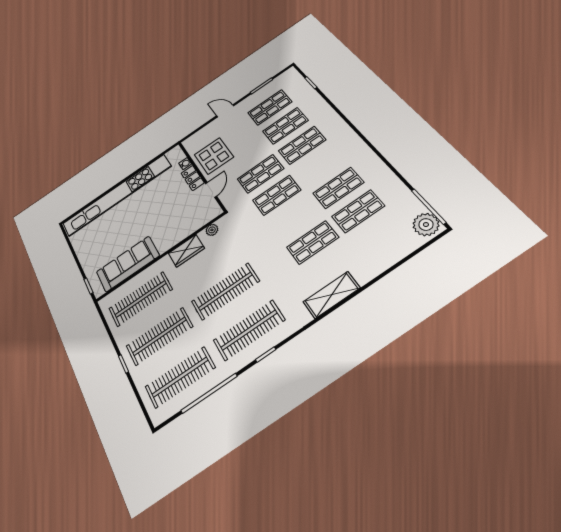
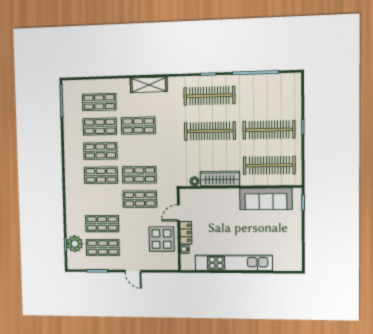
shop shelf: (302, 145) -> (101, 175), moved
kitchen unit: (117, 195) -> (234, 263), width x0.73
plant: (426, 225) -> (75, 244), moved
shop shelf: (379, 236) -> (99, 102), added
wardrobe: (186, 251) -> (220, 179), width x1.50
clothes rail: (180, 377) -> (269, 94), removed

